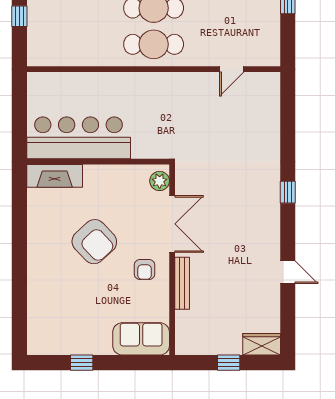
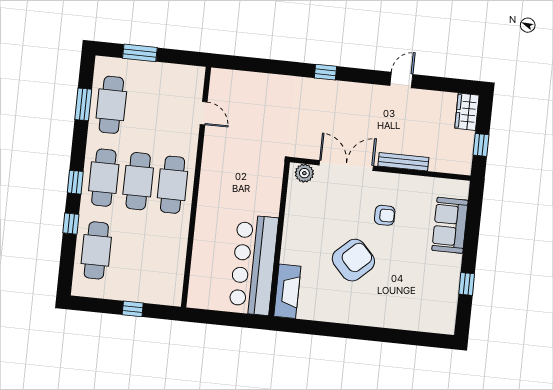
plant: (160, 181) -> (304, 173), moved
double door: (172, 224) -> (346, 165), moved
wall: (172, 260) -> (380, 169), moved
bench: (182, 283) -> (403, 162), moved

